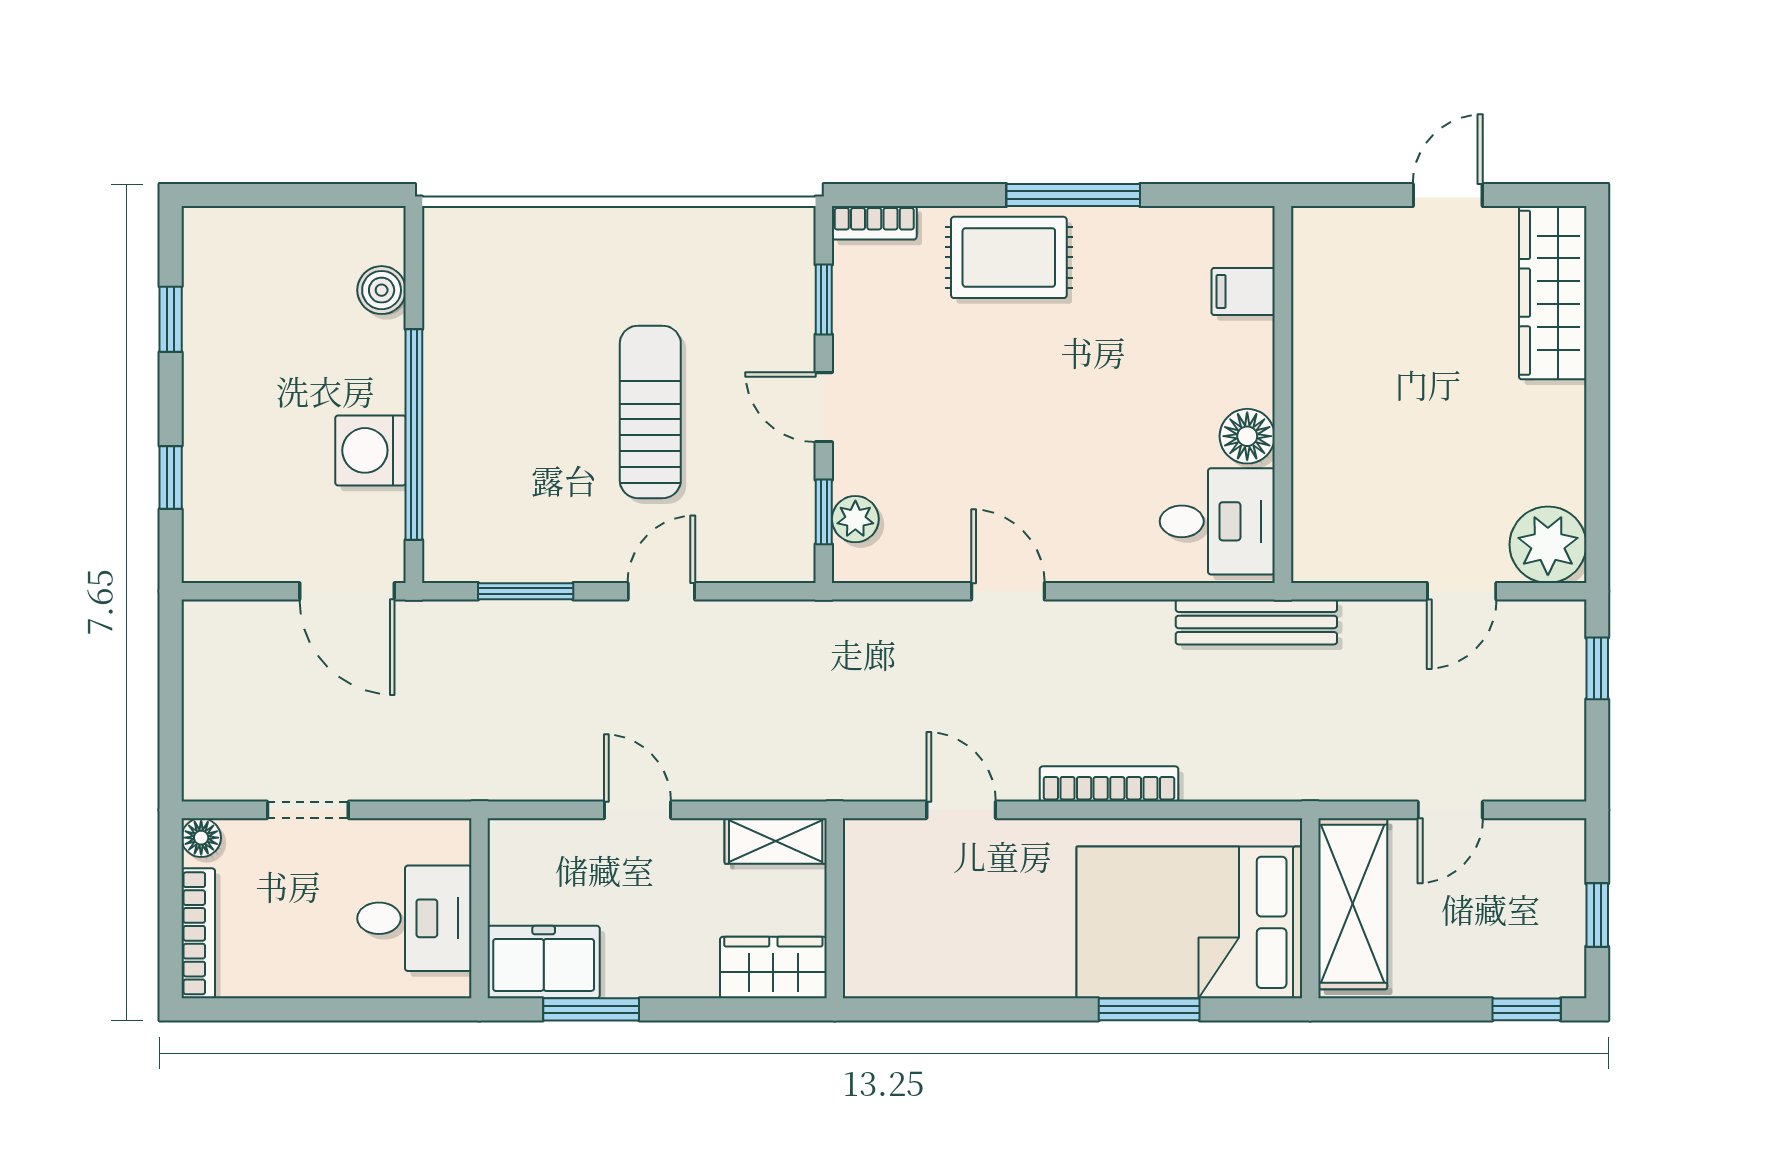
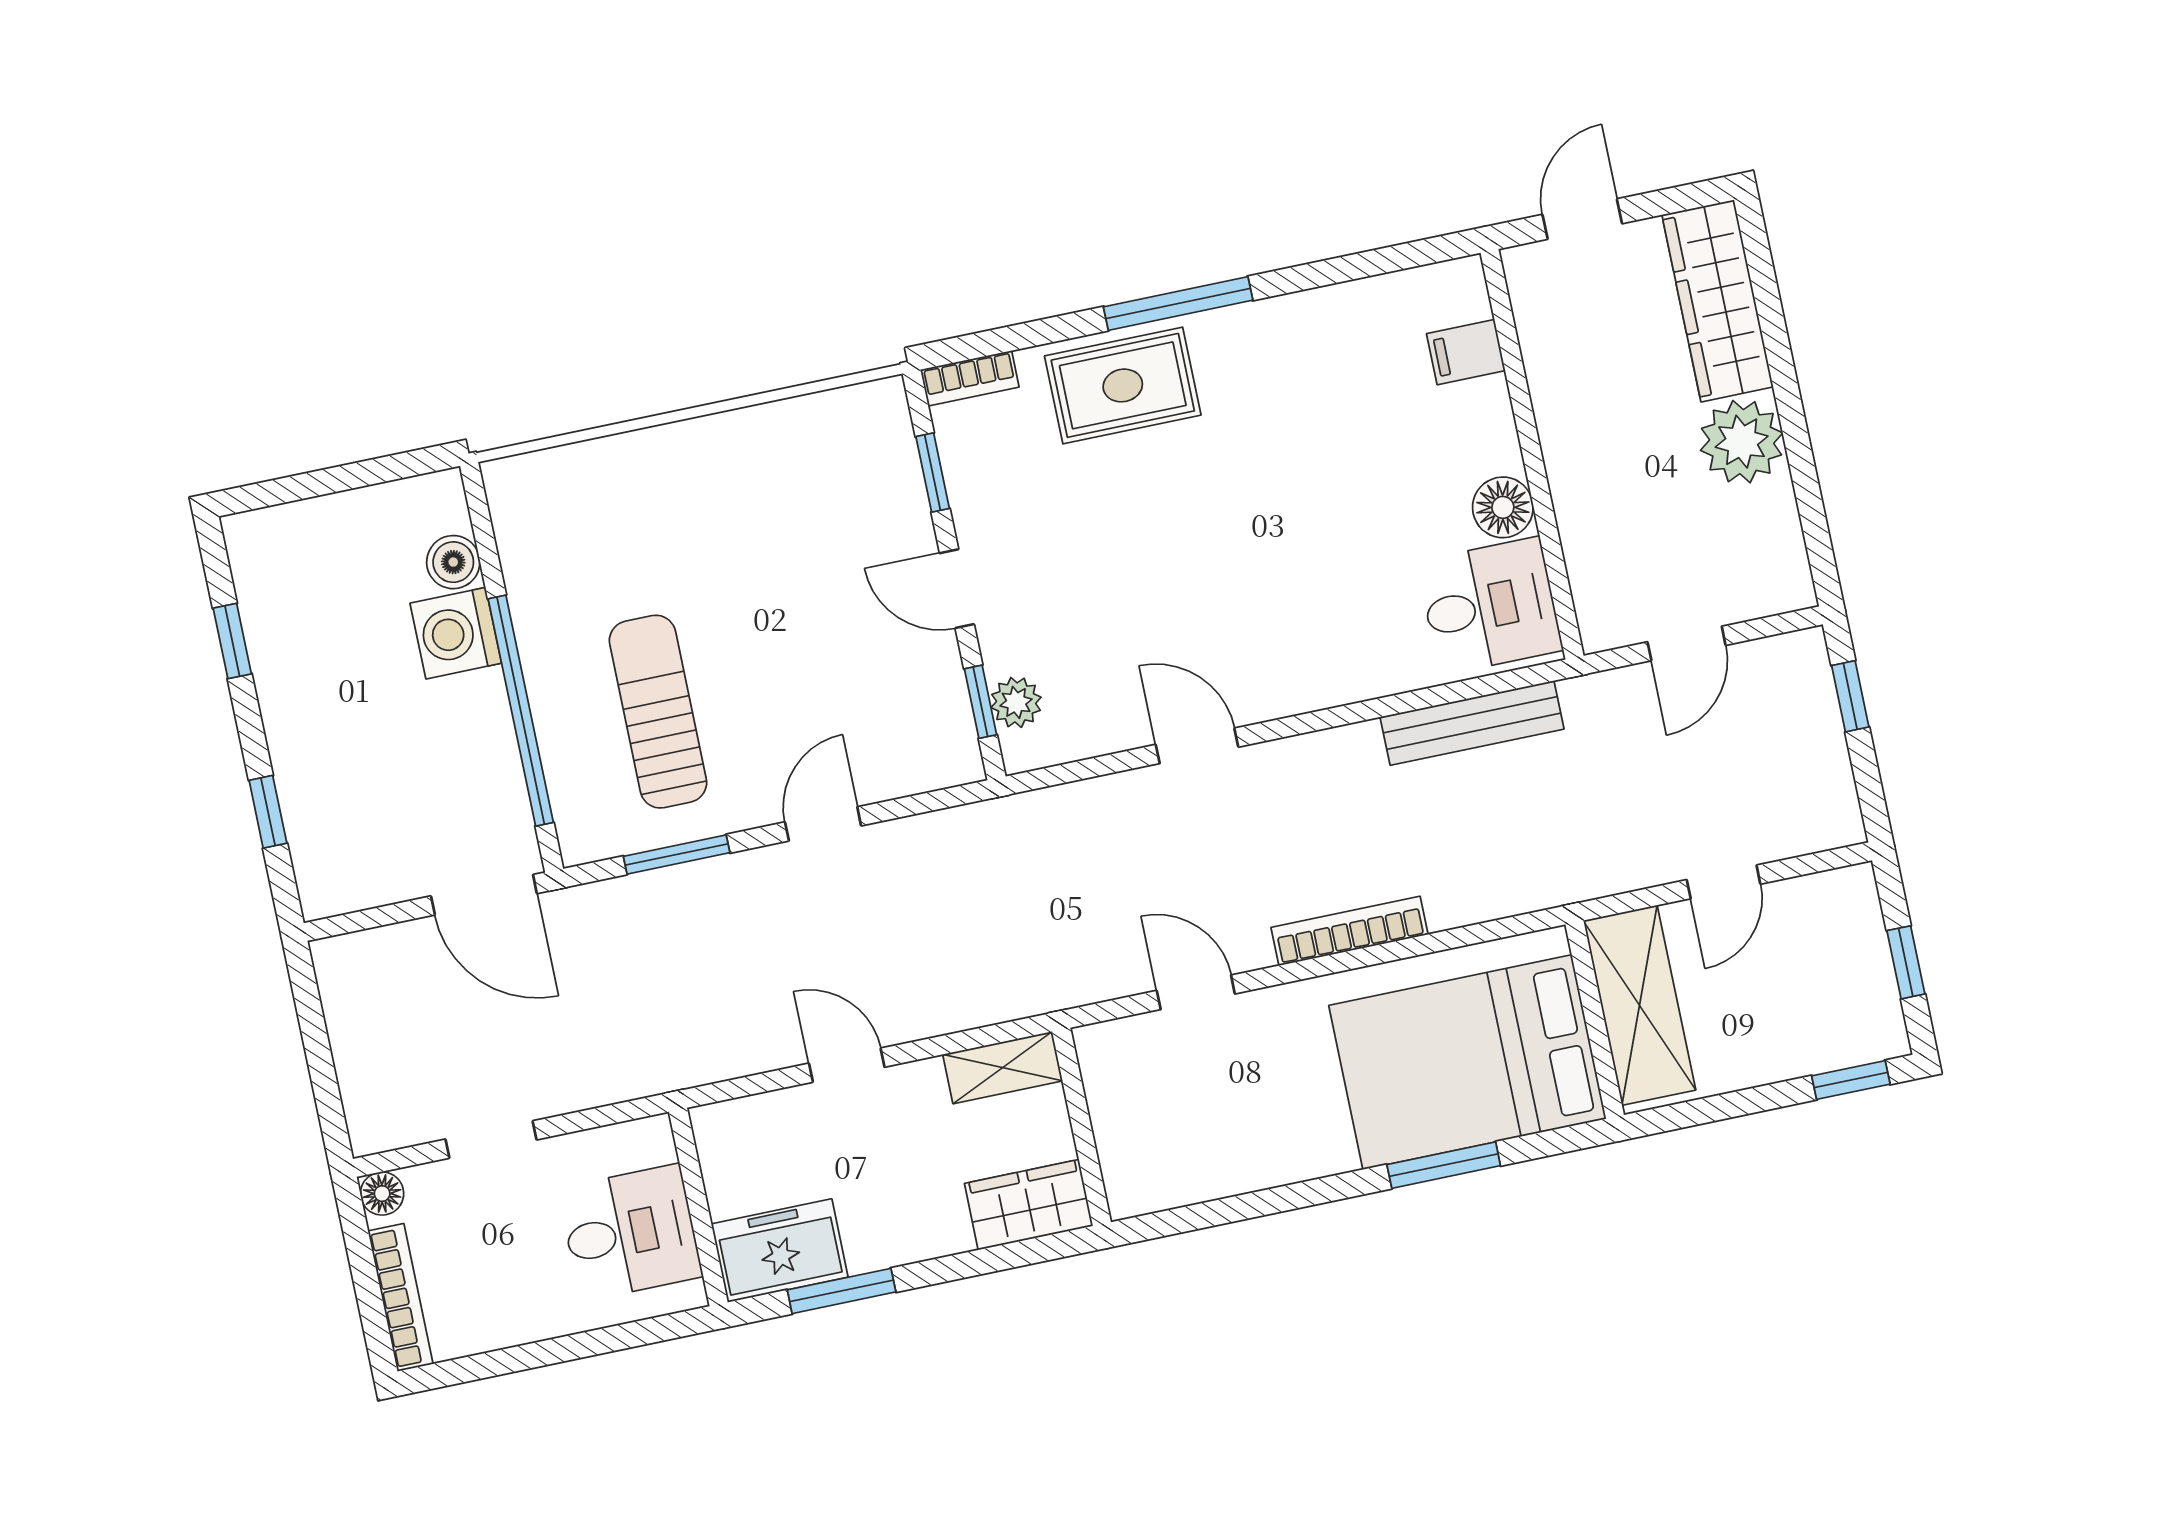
filing cabinet: (1243, 292) -> (1466, 352), moved
wall: (1283, 394) -> (1532, 454), moved
sun lounger: (650, 412) -> (658, 712), moved
floor lamp: (1247, 436) -> (1503, 507), moved
washing machine: (371, 450) -> (456, 633), moved
desk: (1217, 521) -> (1490, 606), moved
plant: (1548, 545) -> (1742, 442), moved

